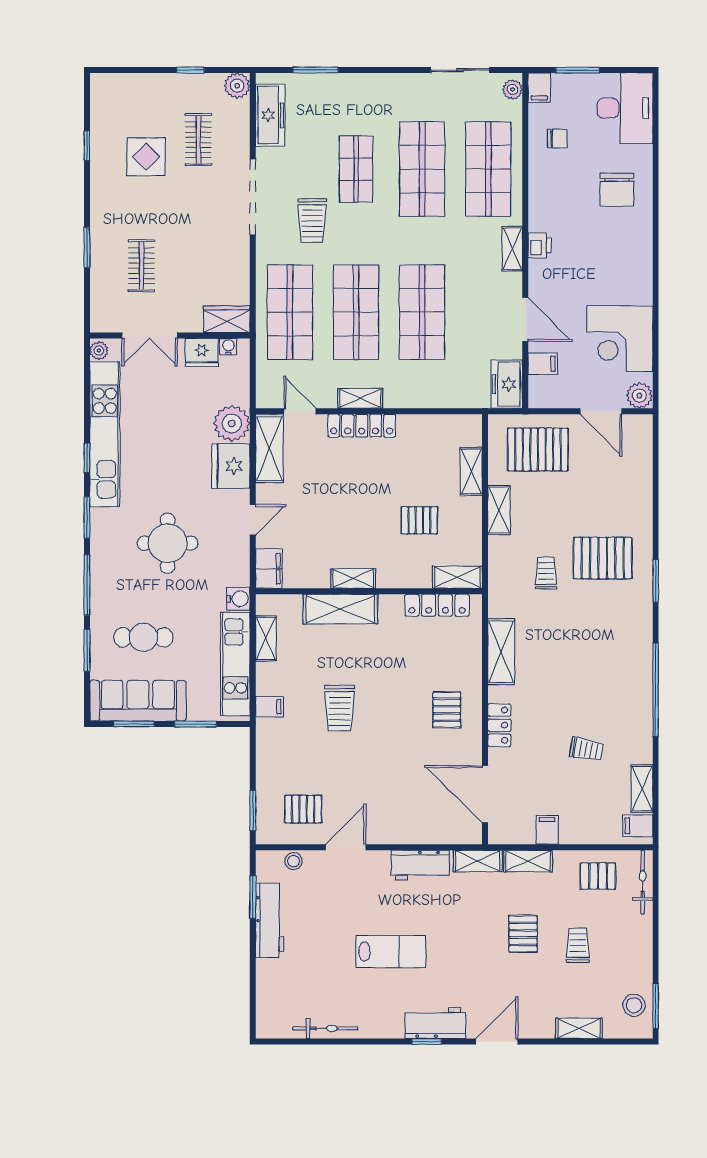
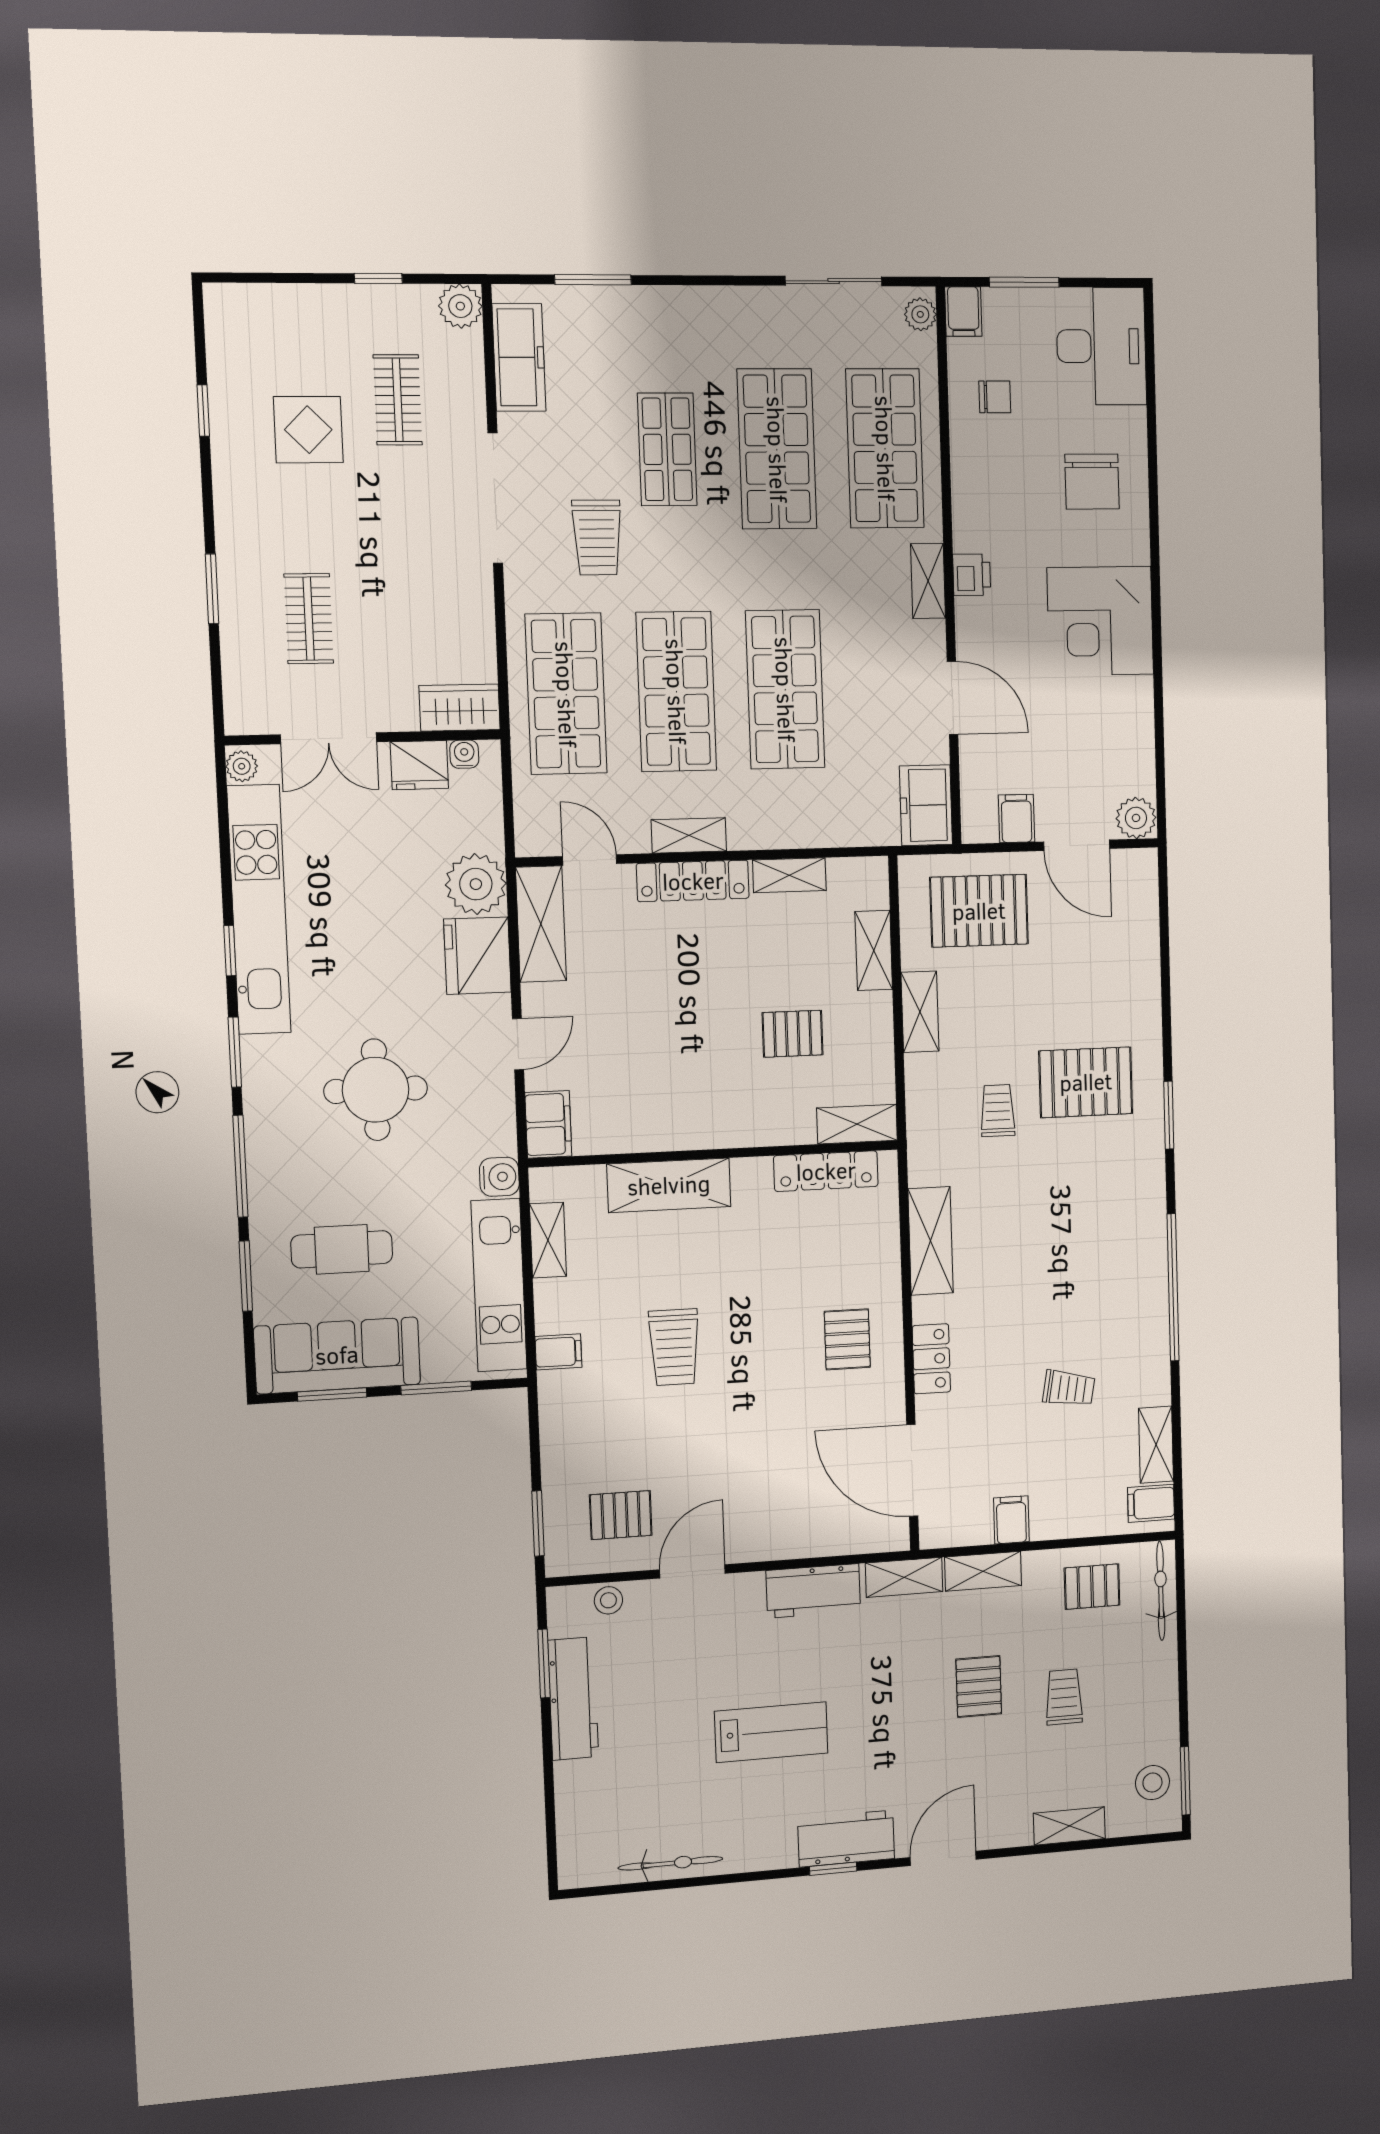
corner desk: (620, 339) -> (1100, 621), moved
filing cabinet: (543, 364) -> (1017, 818), moved, turned -90
shelving: (353, 578) -> (789, 875), moved

